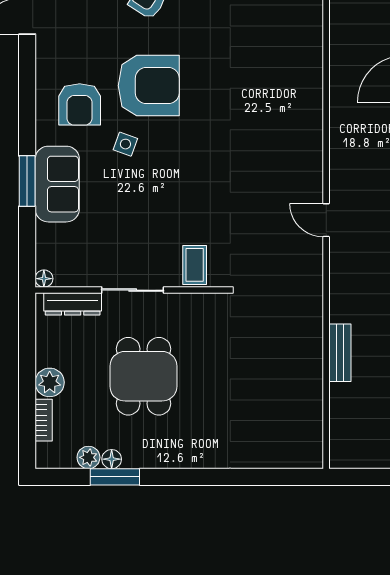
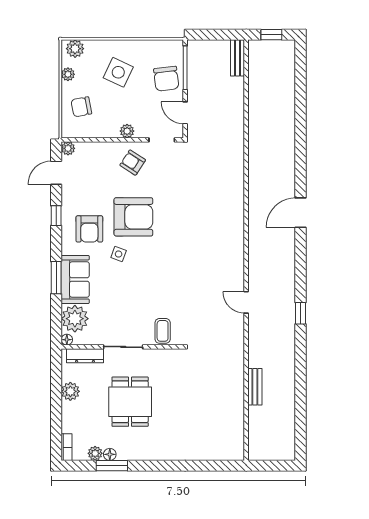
window: (27, 84) -> (56, 216), added
plant: (57, 246) -> (75, 319), added
plant: (50, 382) -> (70, 391), moved
bookcase: (44, 420) -> (67, 447), moved

